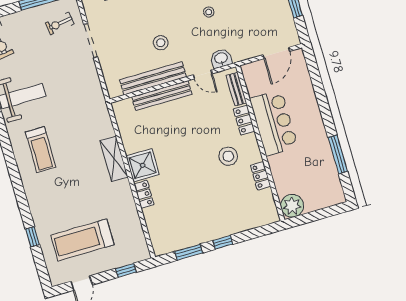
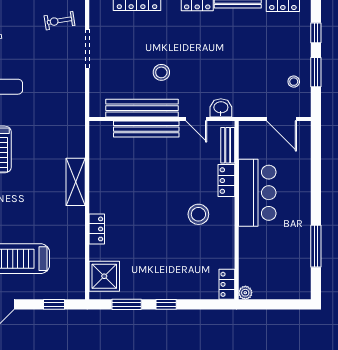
stool: (209, 12) -> (294, 82), moved
door: (276, 53) -> (282, 119), hinge flipped
shower: (143, 165) -> (104, 276), moved
locker: (261, 176) -> (227, 284), moved
plant: (292, 206) -> (245, 293), width x0.53, depth x0.53

